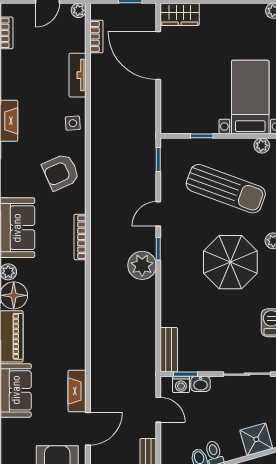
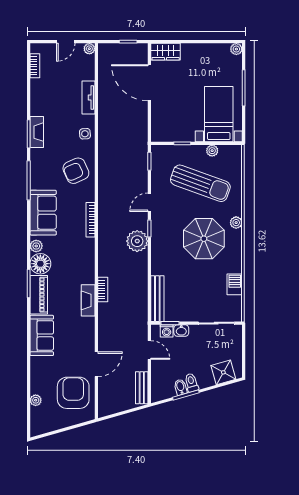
bookcase: (96, 37) -> (103, 290), moved
plant: (262, 145) -> (212, 151), moved
bench: (169, 350) -> (157, 299), width x1.36
fireplace: (77, 391) -> (88, 300), moved

